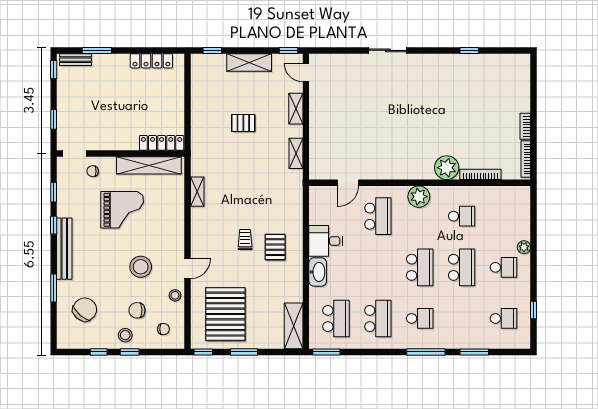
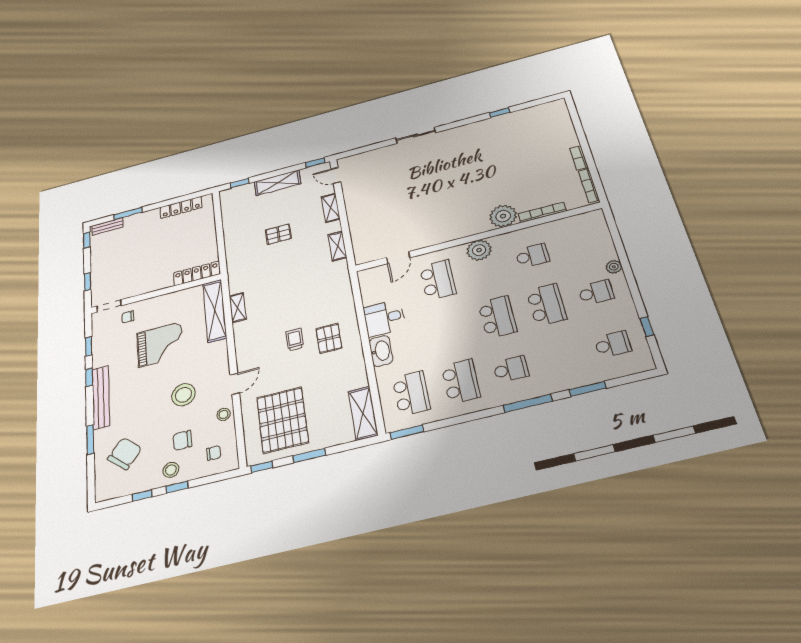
shelving: (149, 165) -> (215, 311), moved, turned 90

